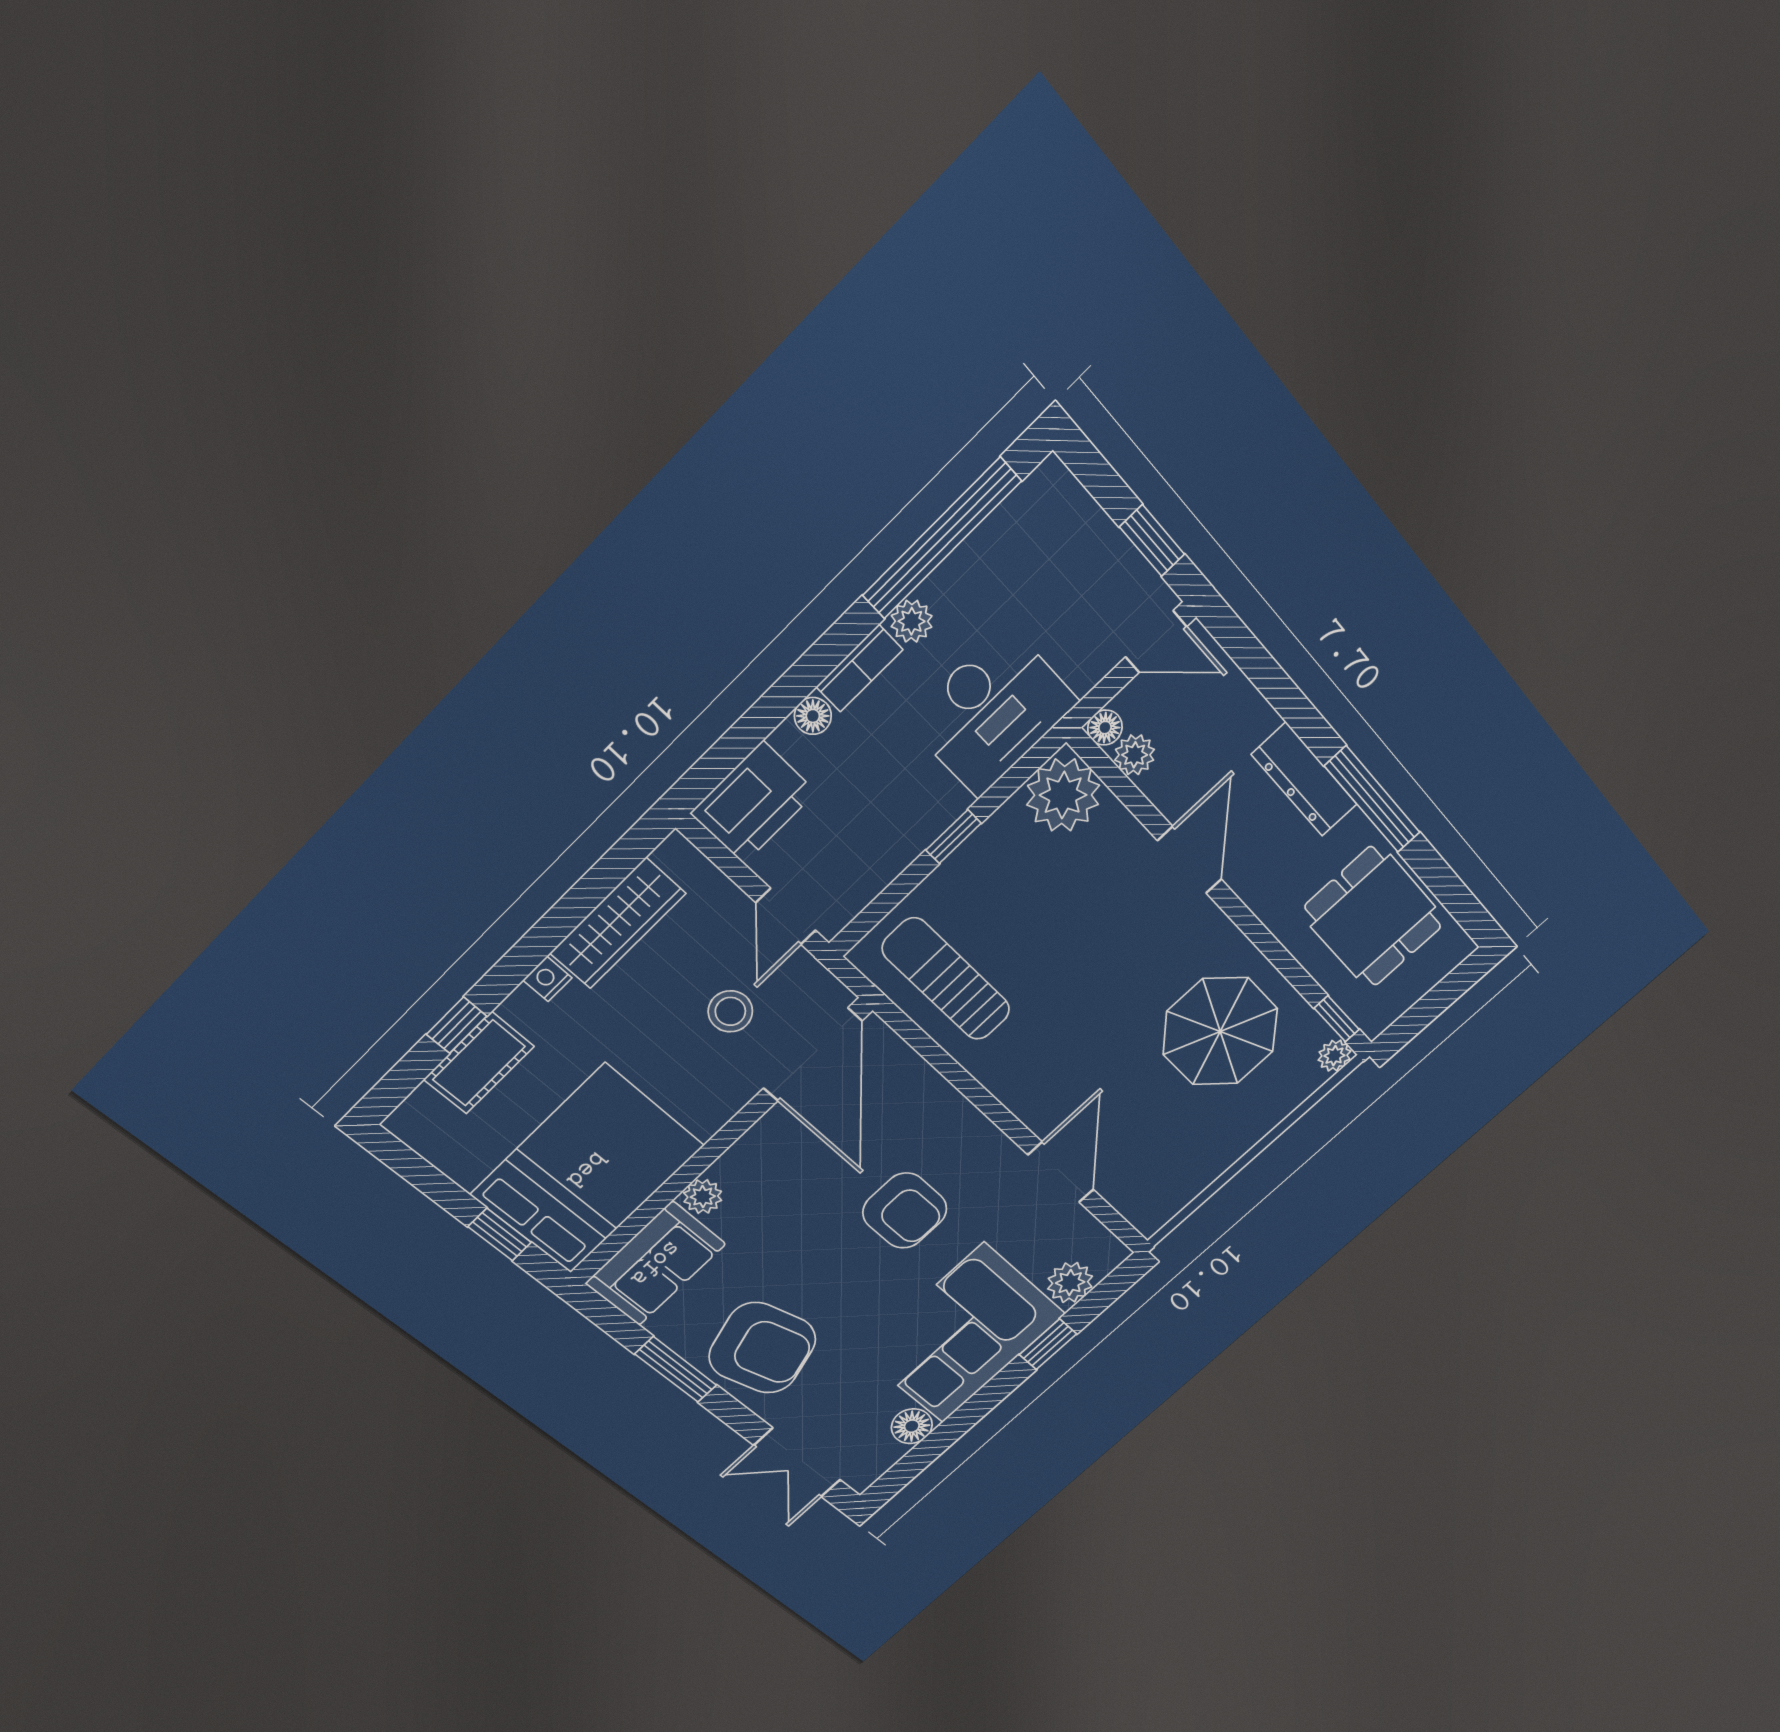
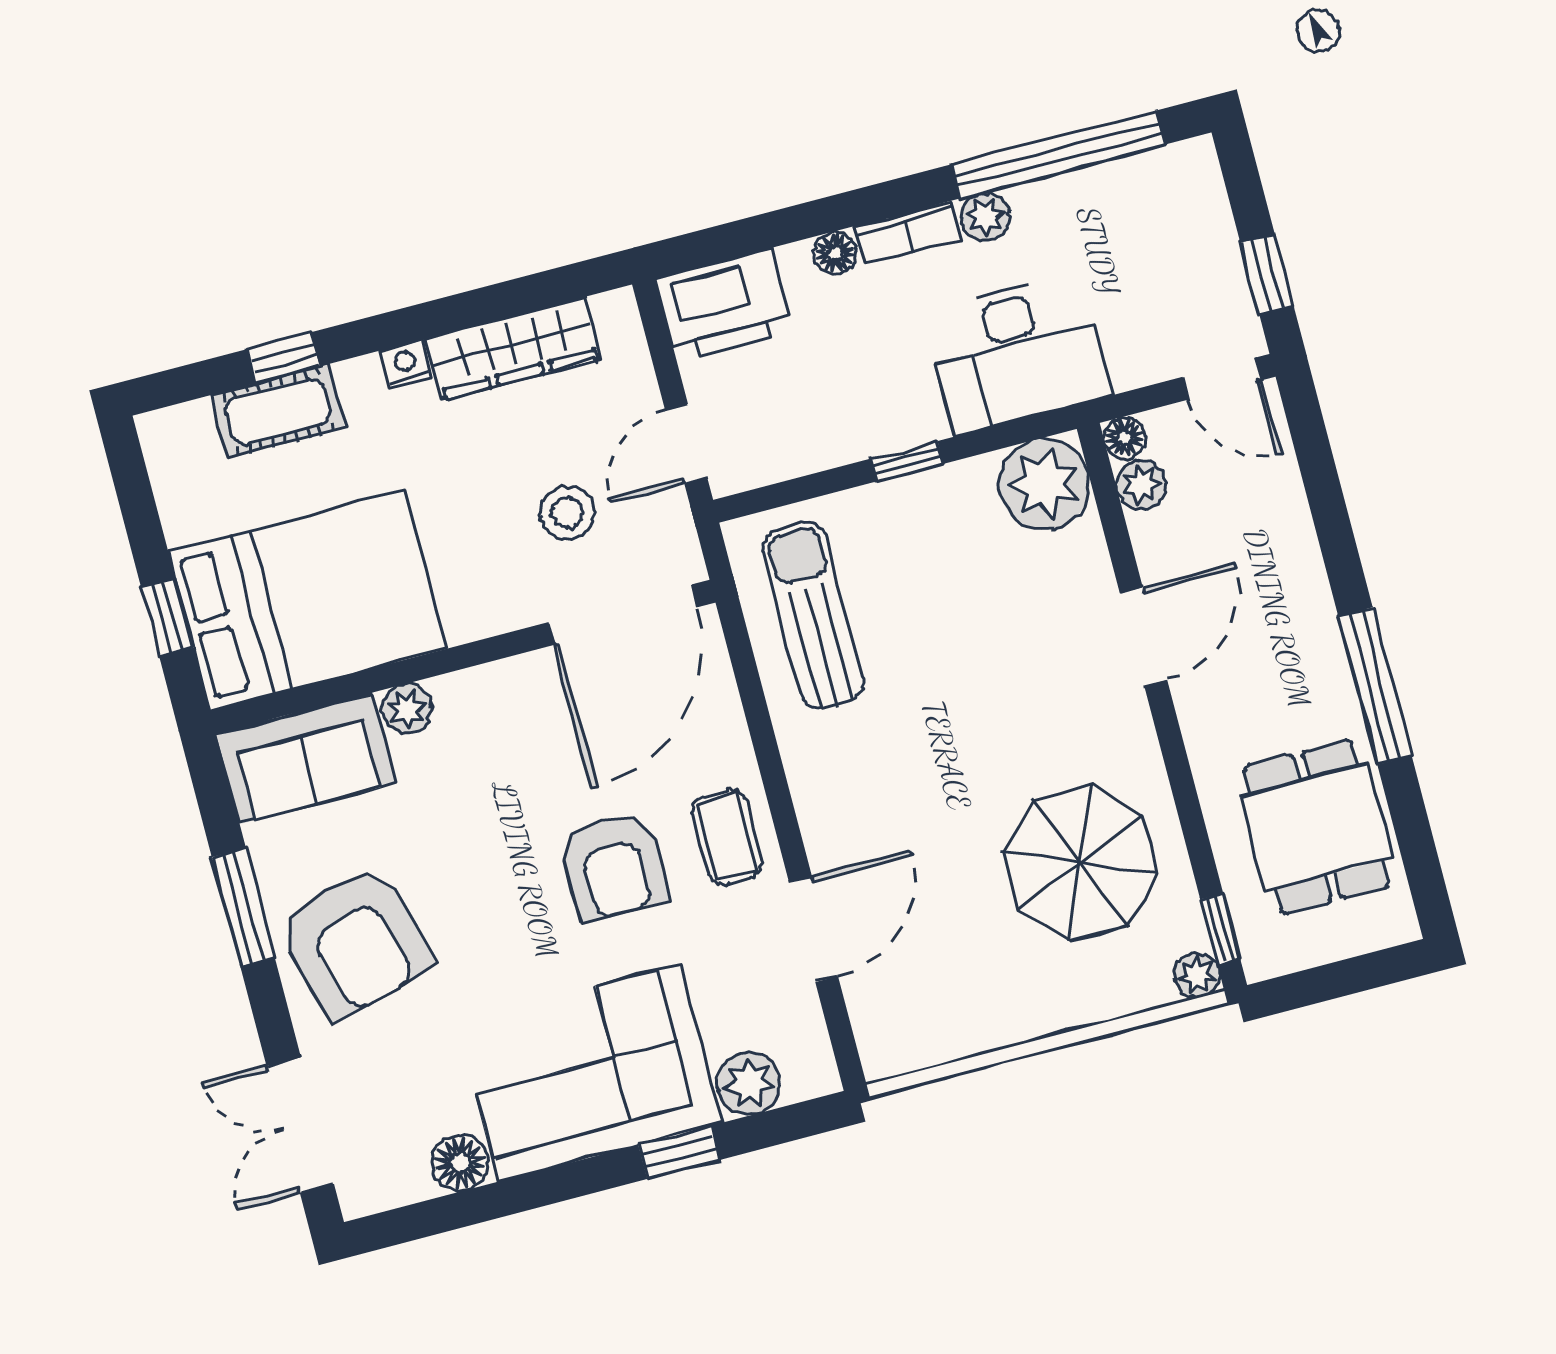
dresser: (1304, 780) -> (1310, 619), removed
coffee table: (970, 1151) -> (727, 837), added

